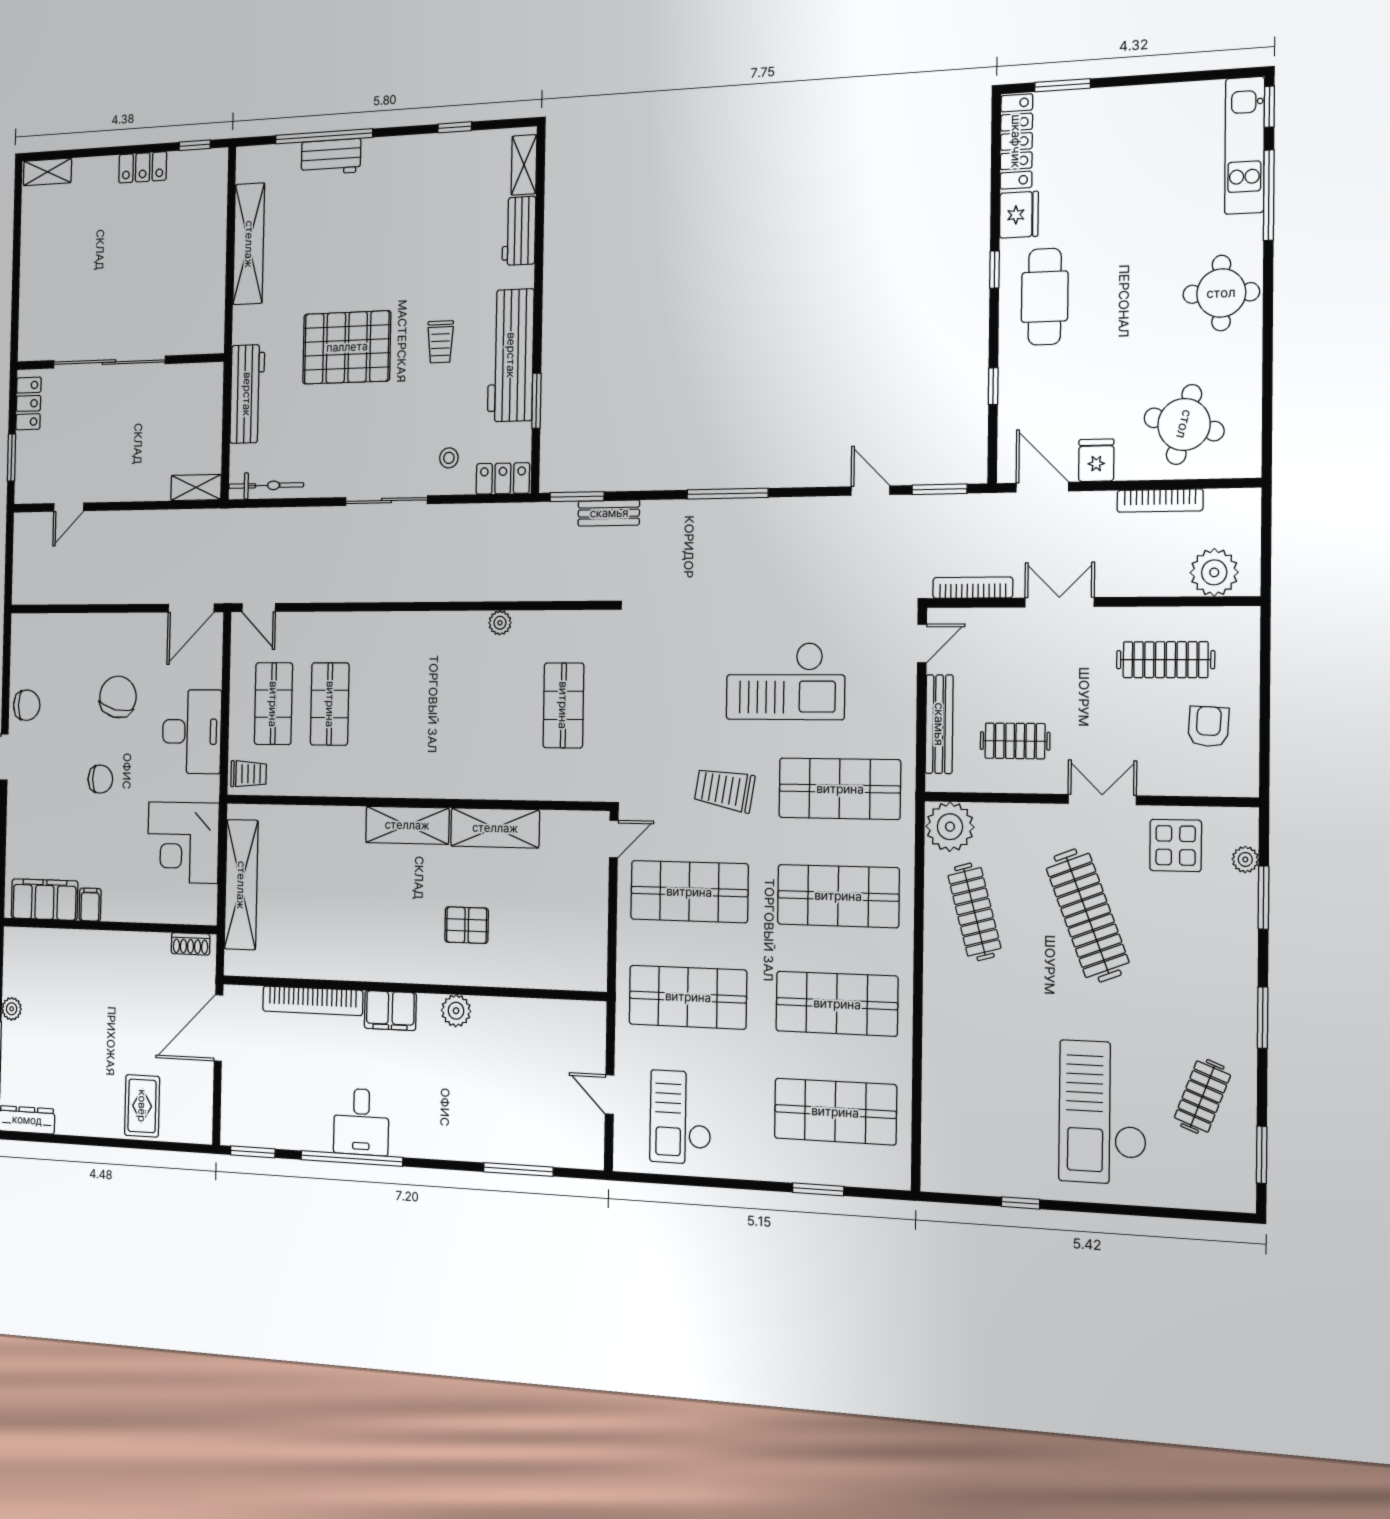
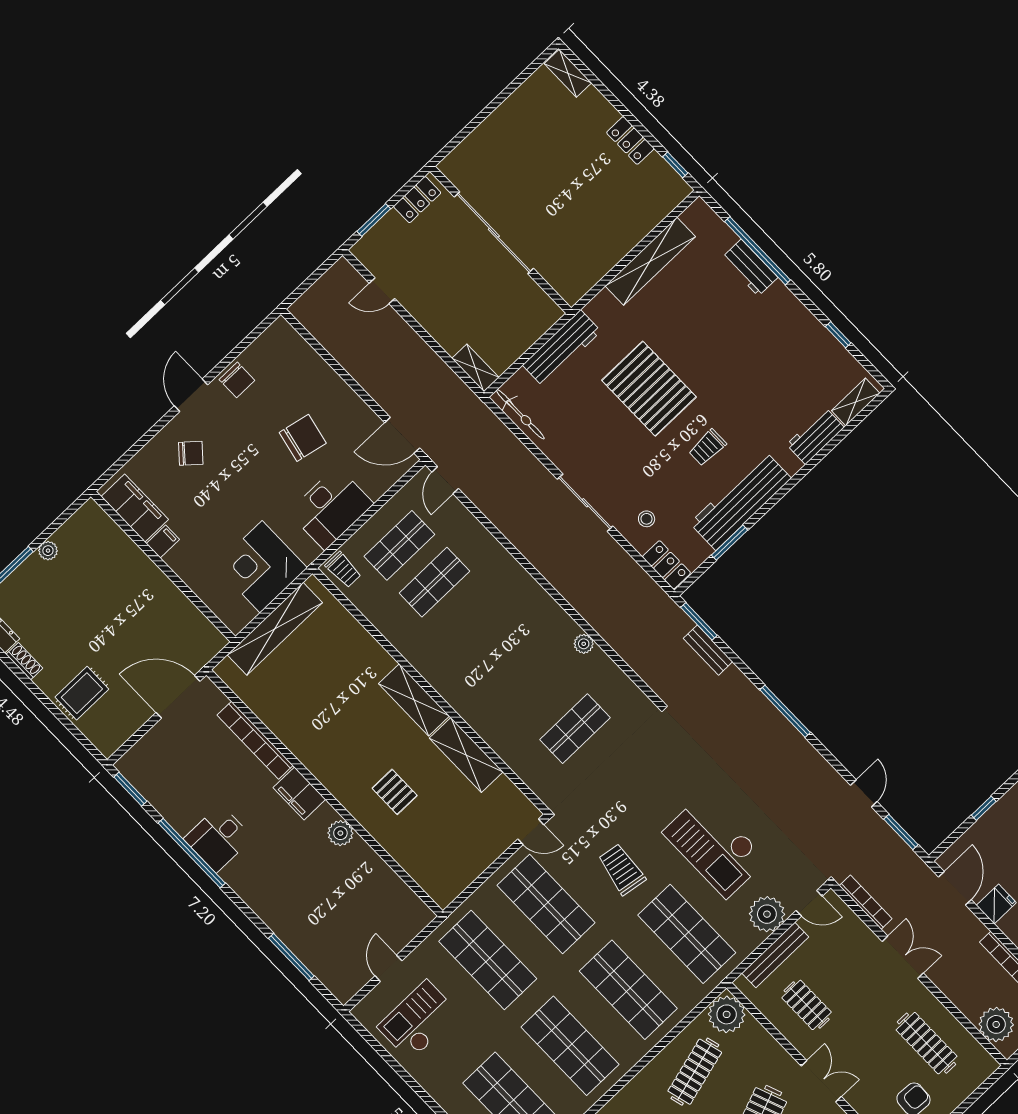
plant: (894, 694) -> (767, 914), added
chair: (100, 779) -> (191, 453), moved, turned -49
shoe rack: (191, 944) -> (24, 661), moved, turned 180

